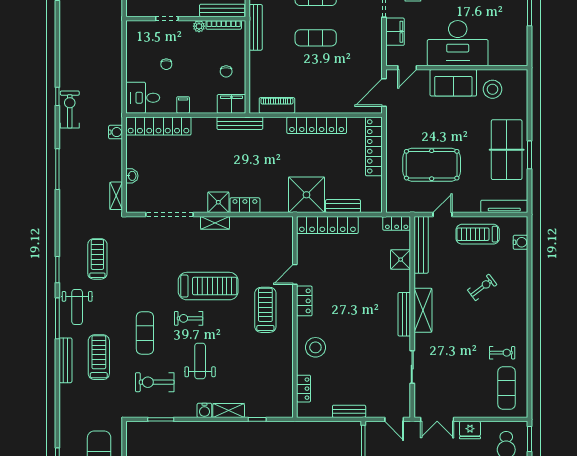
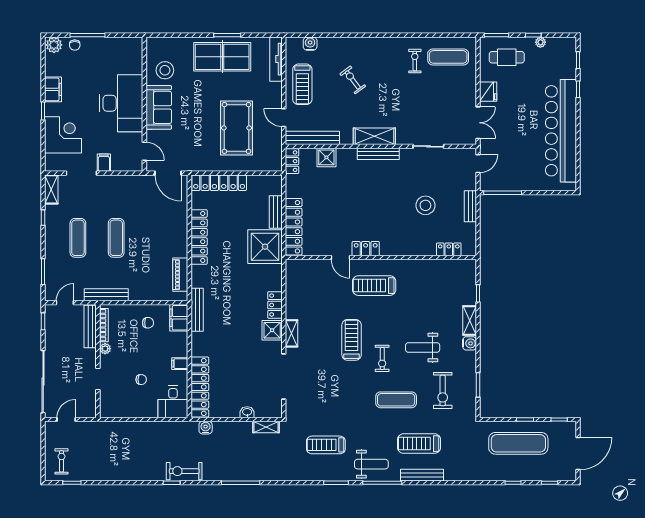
filing cabinet: (395, 32) -> (104, 163), width x0.50
treadmill: (208, 286) -> (352, 340), width x0.73, depth x0.73
stool: (315, 347) -> (425, 205), moved

